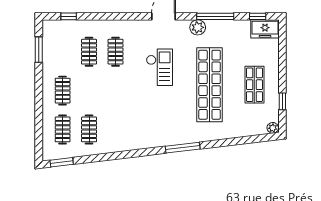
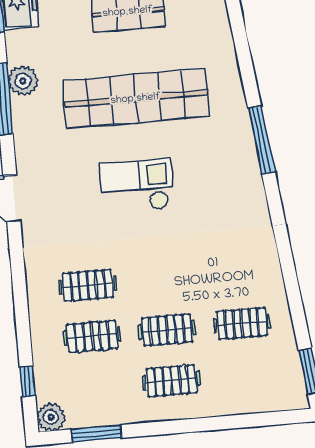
plant: (49, 27) -> (51, 417), added
plant: (198, 27) -> (23, 81), moved
checkout: (159, 67) -> (137, 186), moved
clothes rail: (63, 129) -> (167, 330), moved

